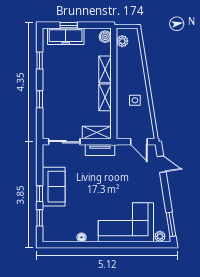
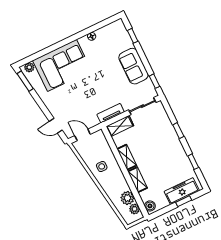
plant: (124, 56) -> (127, 198), added
window: (40, 194) -> (154, 81), moved

